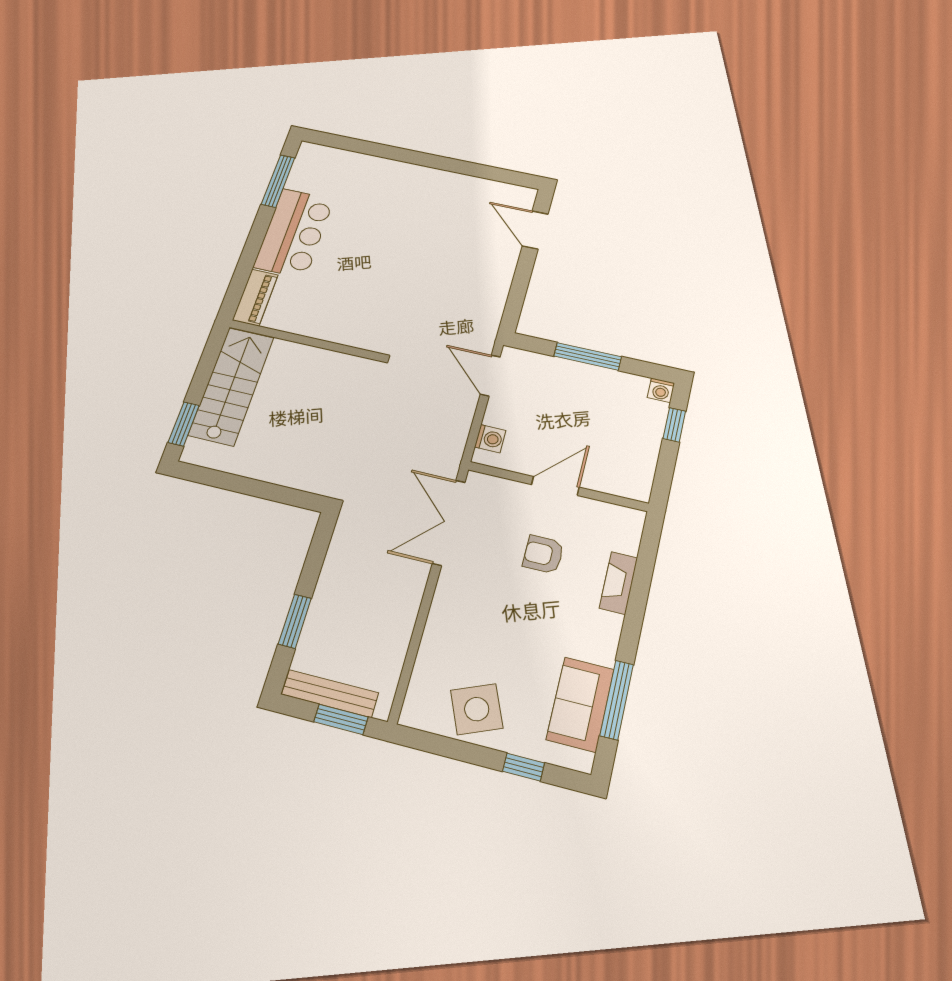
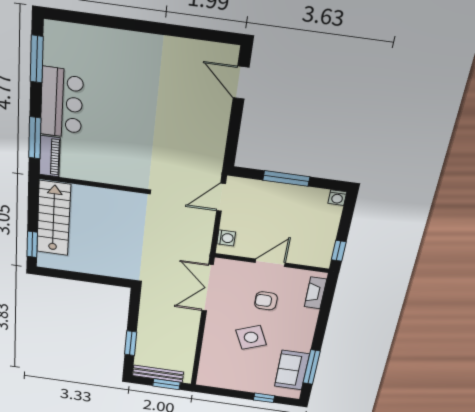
window: (243, 272) -> (35, 138), added
door: (490, 376) -> (221, 197), hinge flipped
window: (674, 425) -> (339, 251), moved
fireplace: (618, 583) -> (315, 293), moved
side table: (477, 709) -> (251, 337), moved

